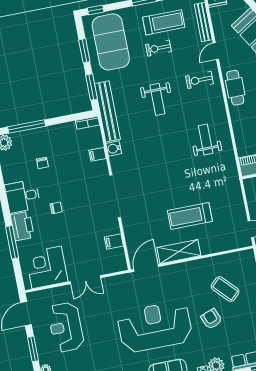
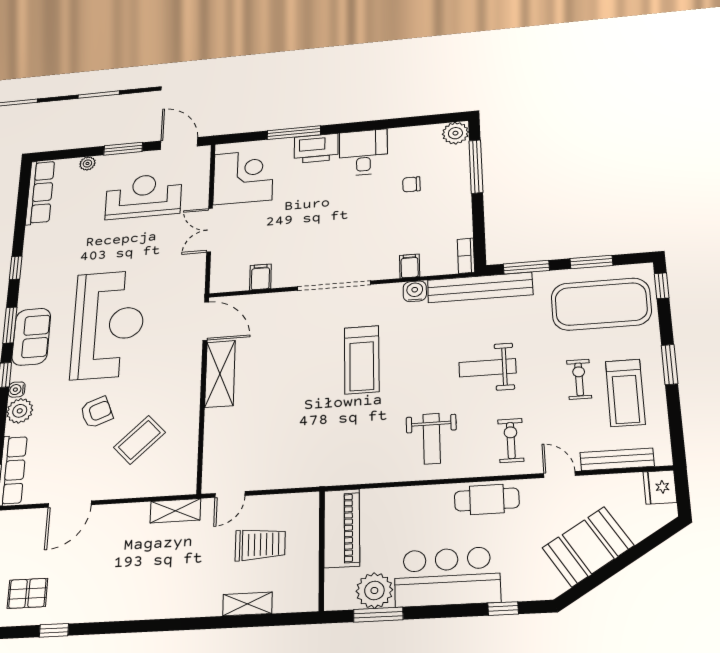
weight bench: (206, 139) -> (432, 439), moved, turned 90
chair: (56, 208) -> (334, 198), removed
treadmill: (190, 216) -> (362, 360), moved, turned 180

